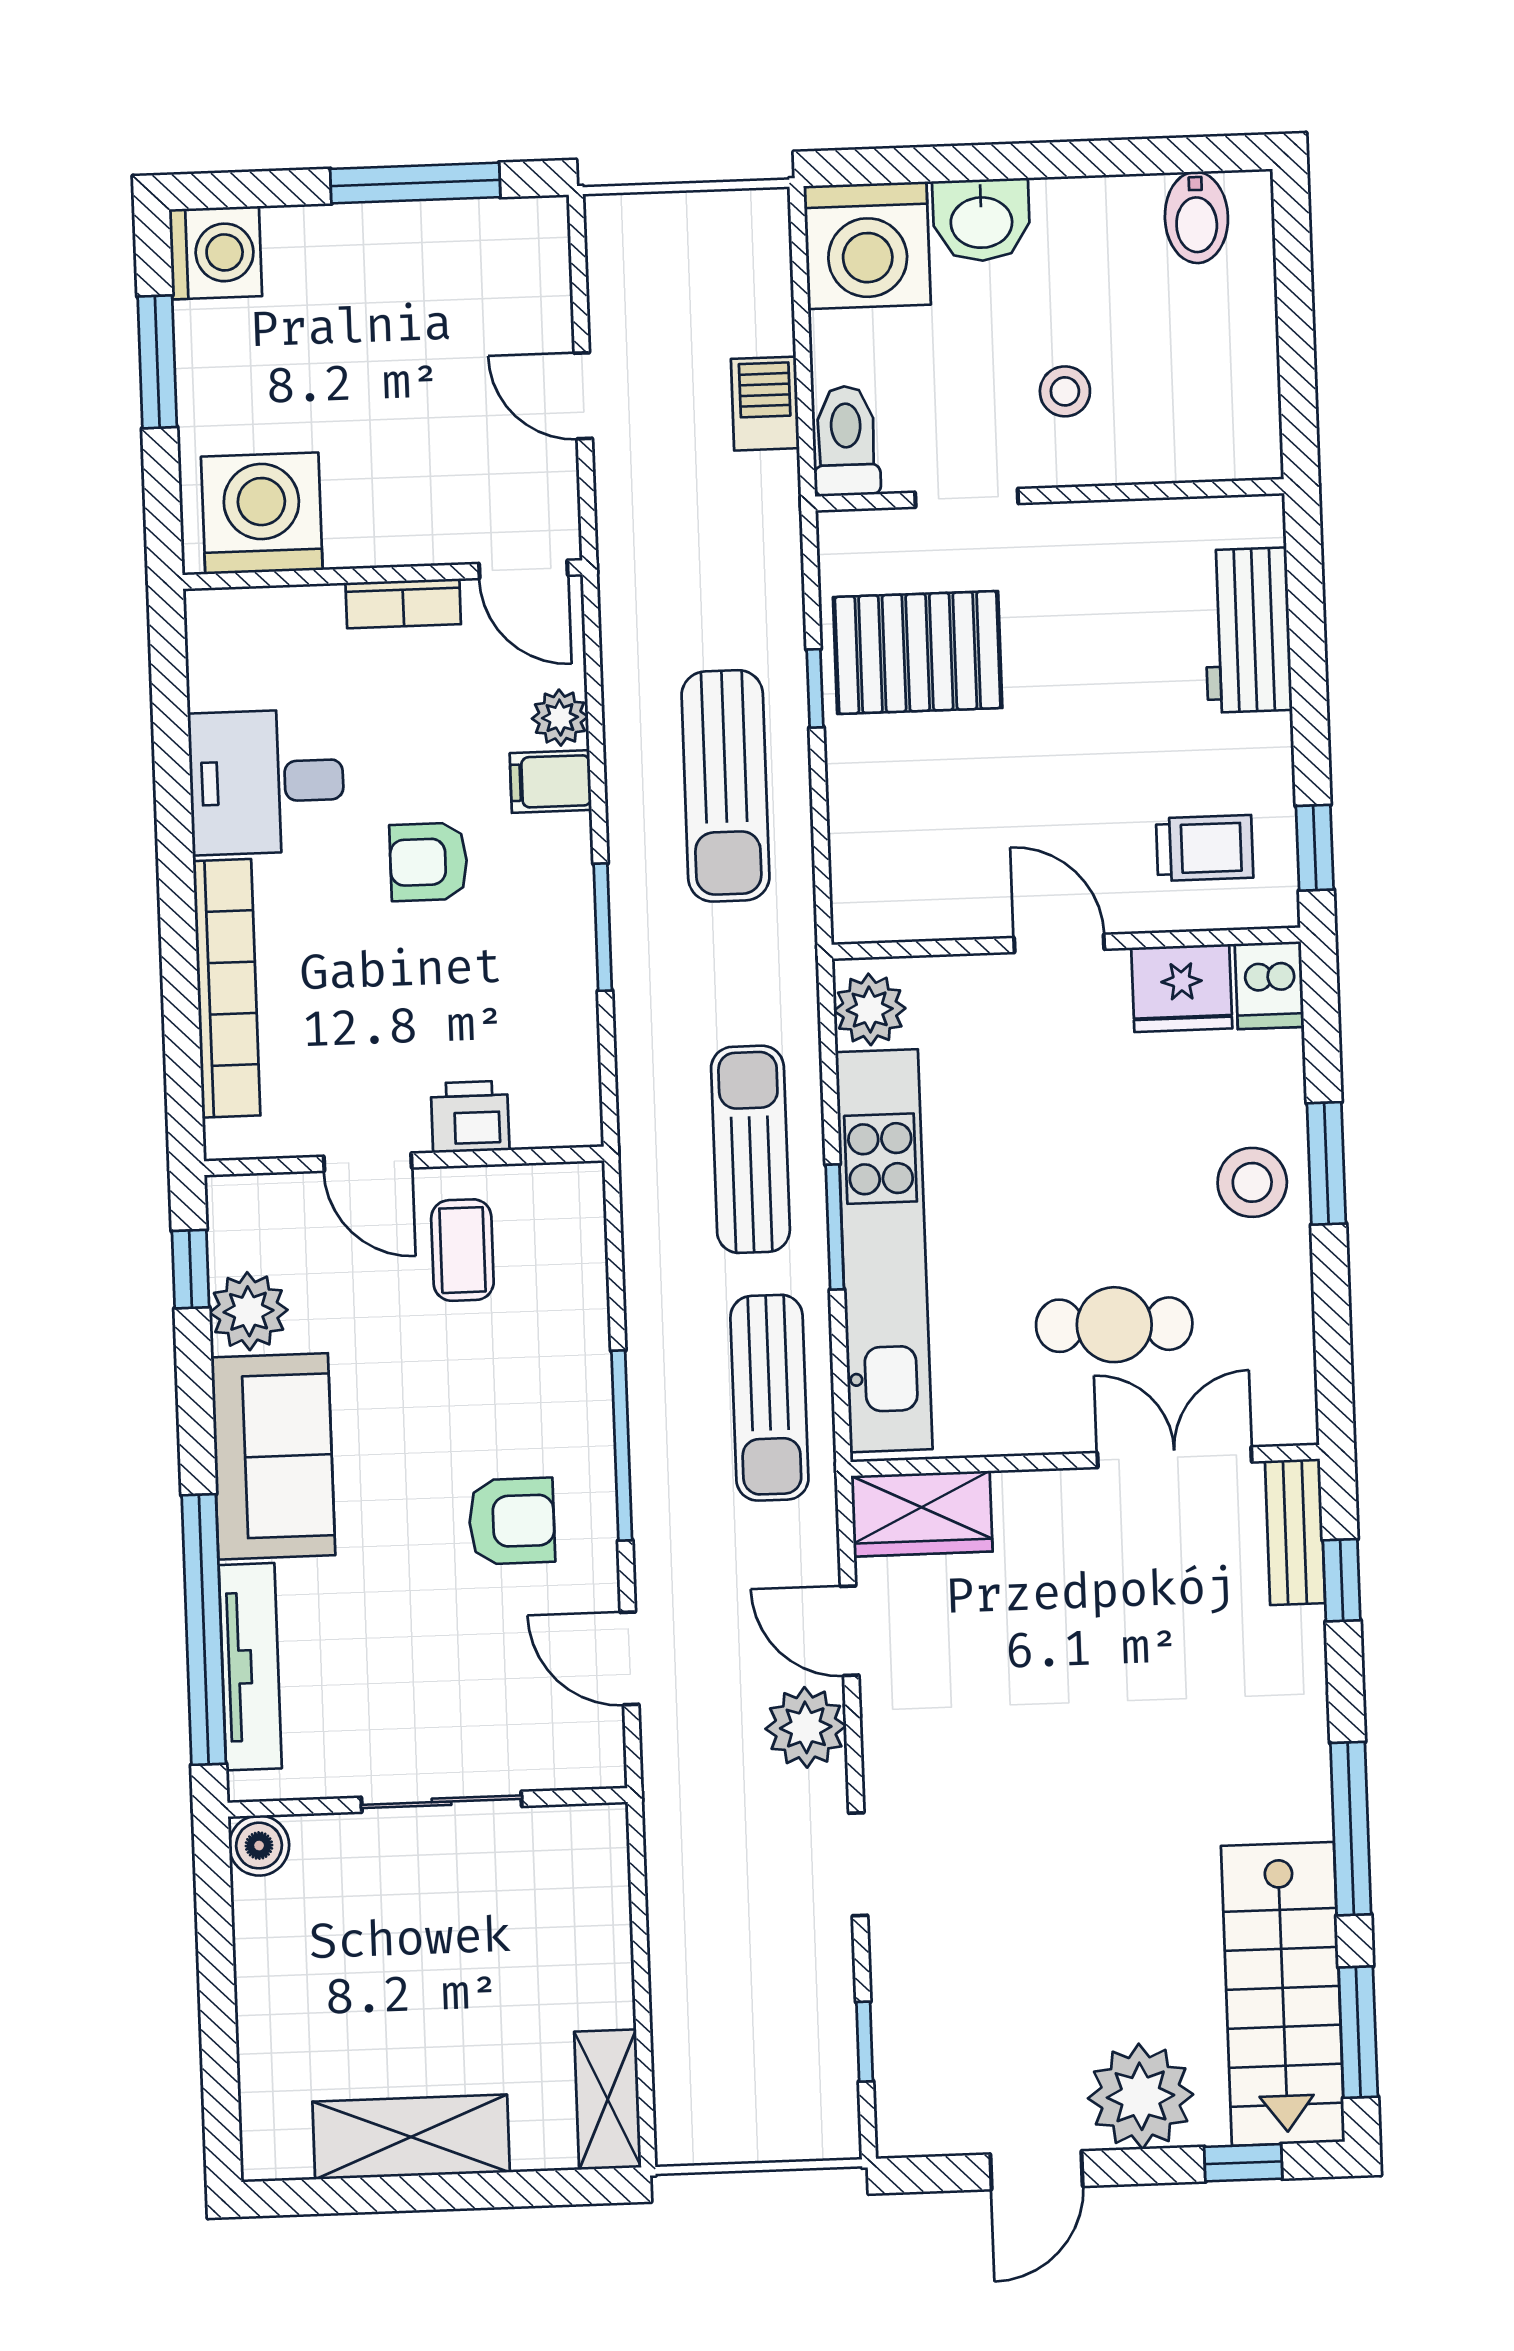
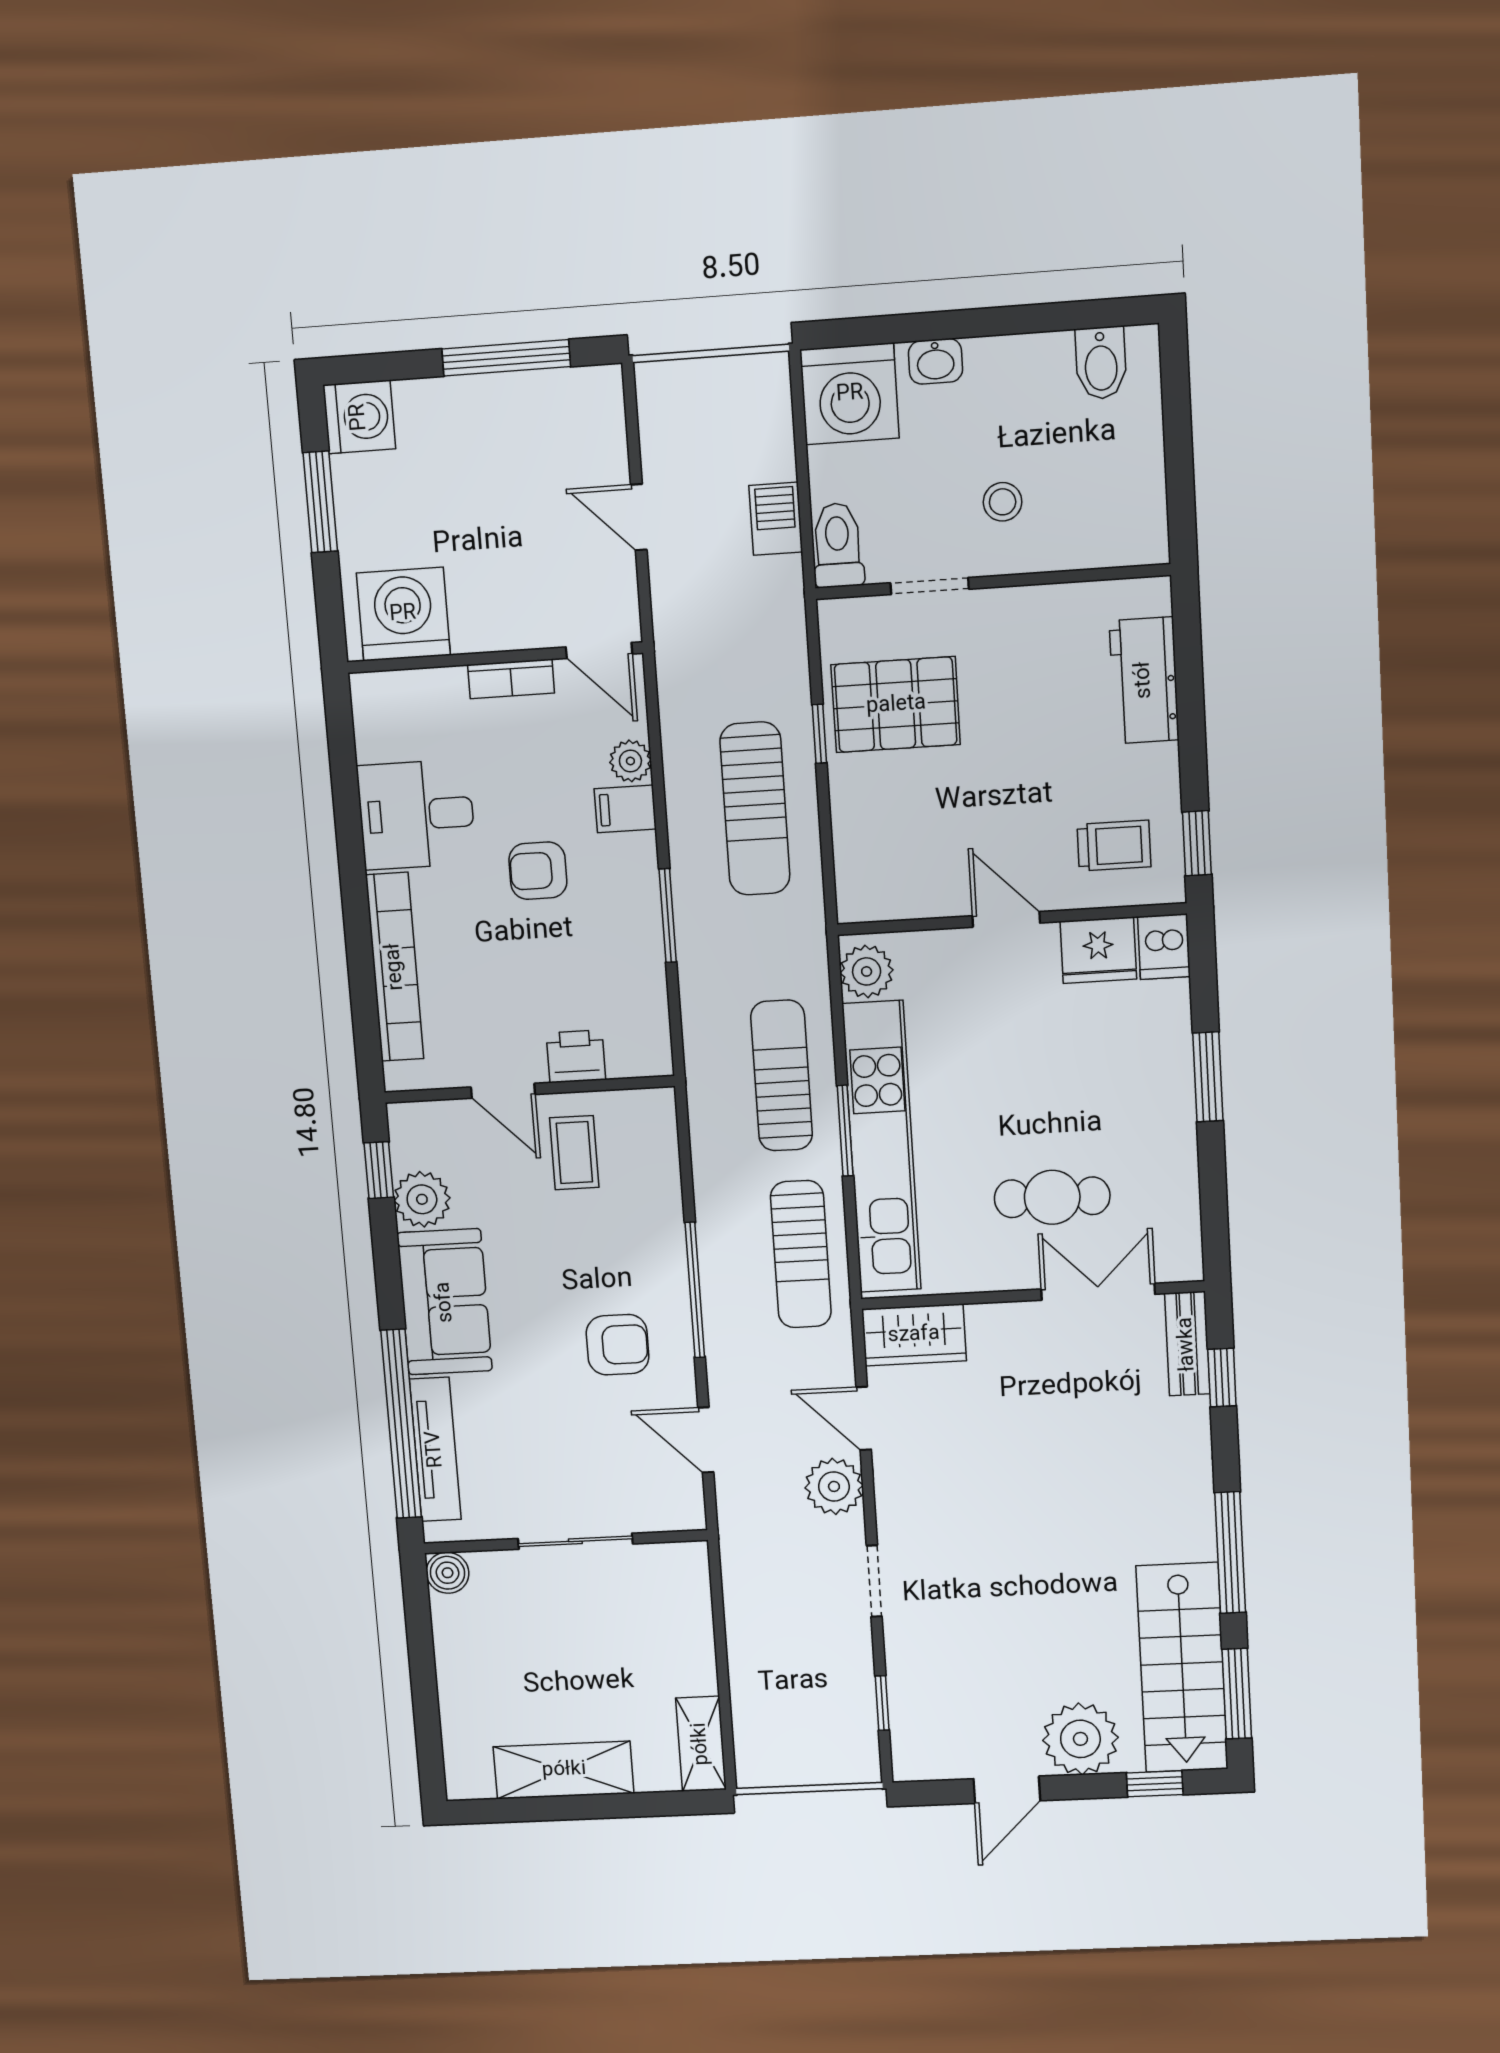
washbasin: (981, 220) -> (935, 361), width x0.72, depth x0.69
stool: (1252, 1182) -> (1153, 1092), removed

